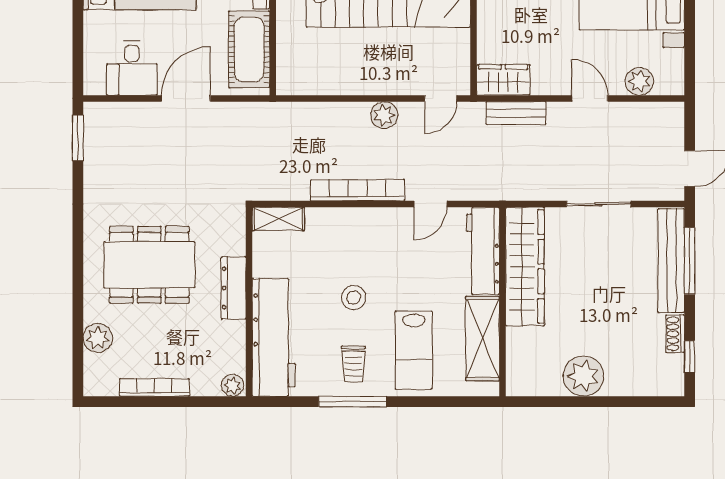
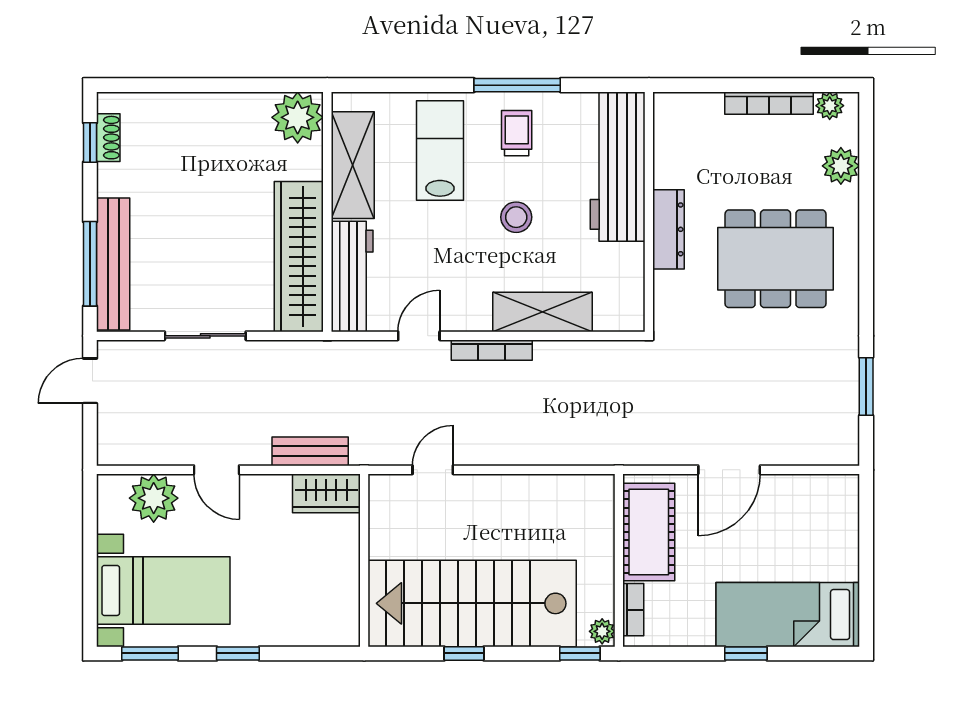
desk: (132, 68) -> (798, 508), removed
plant: (639, 81) -> (154, 498), width x1.36, depth x1.36
door: (441, 98) -> (433, 470), moved
plant: (384, 115) -> (477, 449), removed
window: (78, 138) -> (866, 386), moved
bookcase: (358, 190) -> (492, 350), width x0.68, depth x0.76
shelving: (278, 219) -> (542, 312), moved, width x1.50, depth x1.33
shoe rack: (675, 334) -> (108, 138), moved
plant: (583, 376) -> (298, 117), moved
plant: (232, 385) -> (830, 106), moved

